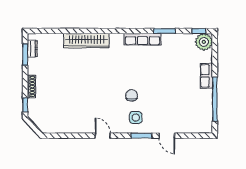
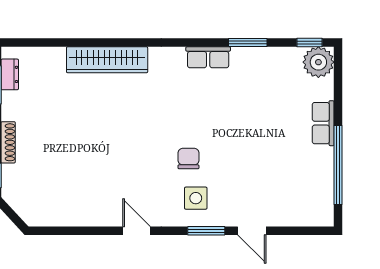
row of seats: (143, 39) -> (208, 57), width x0.68

